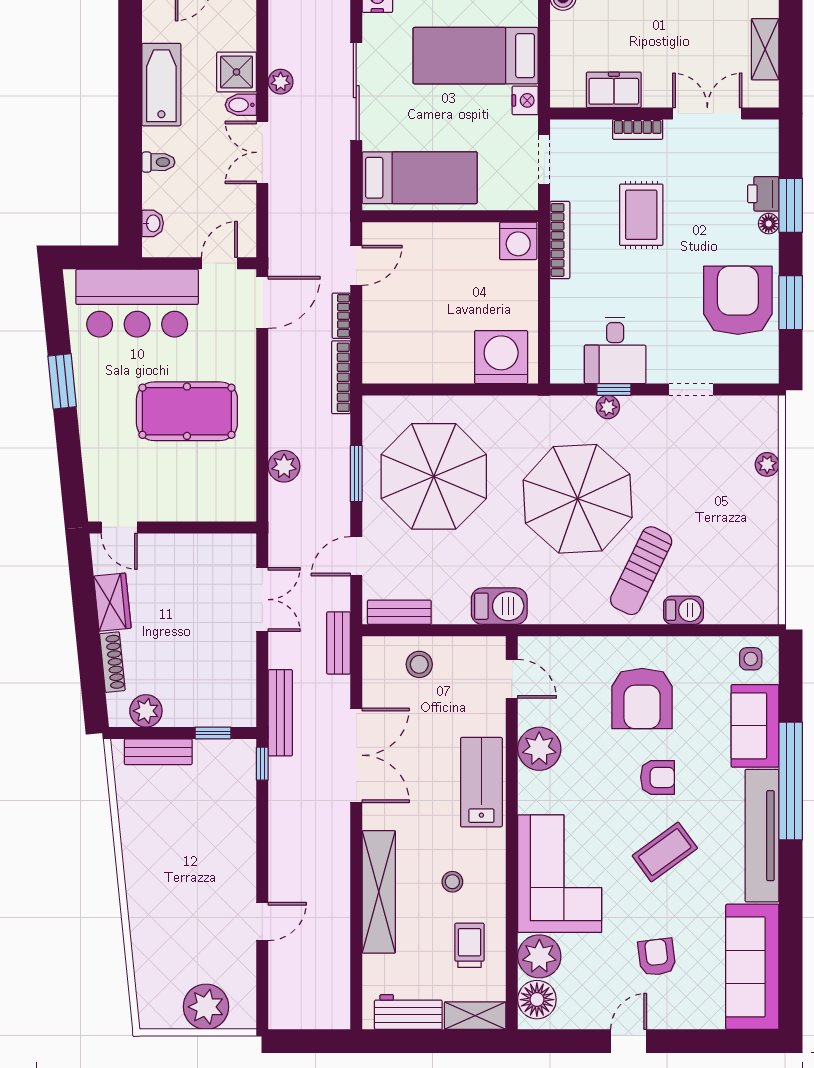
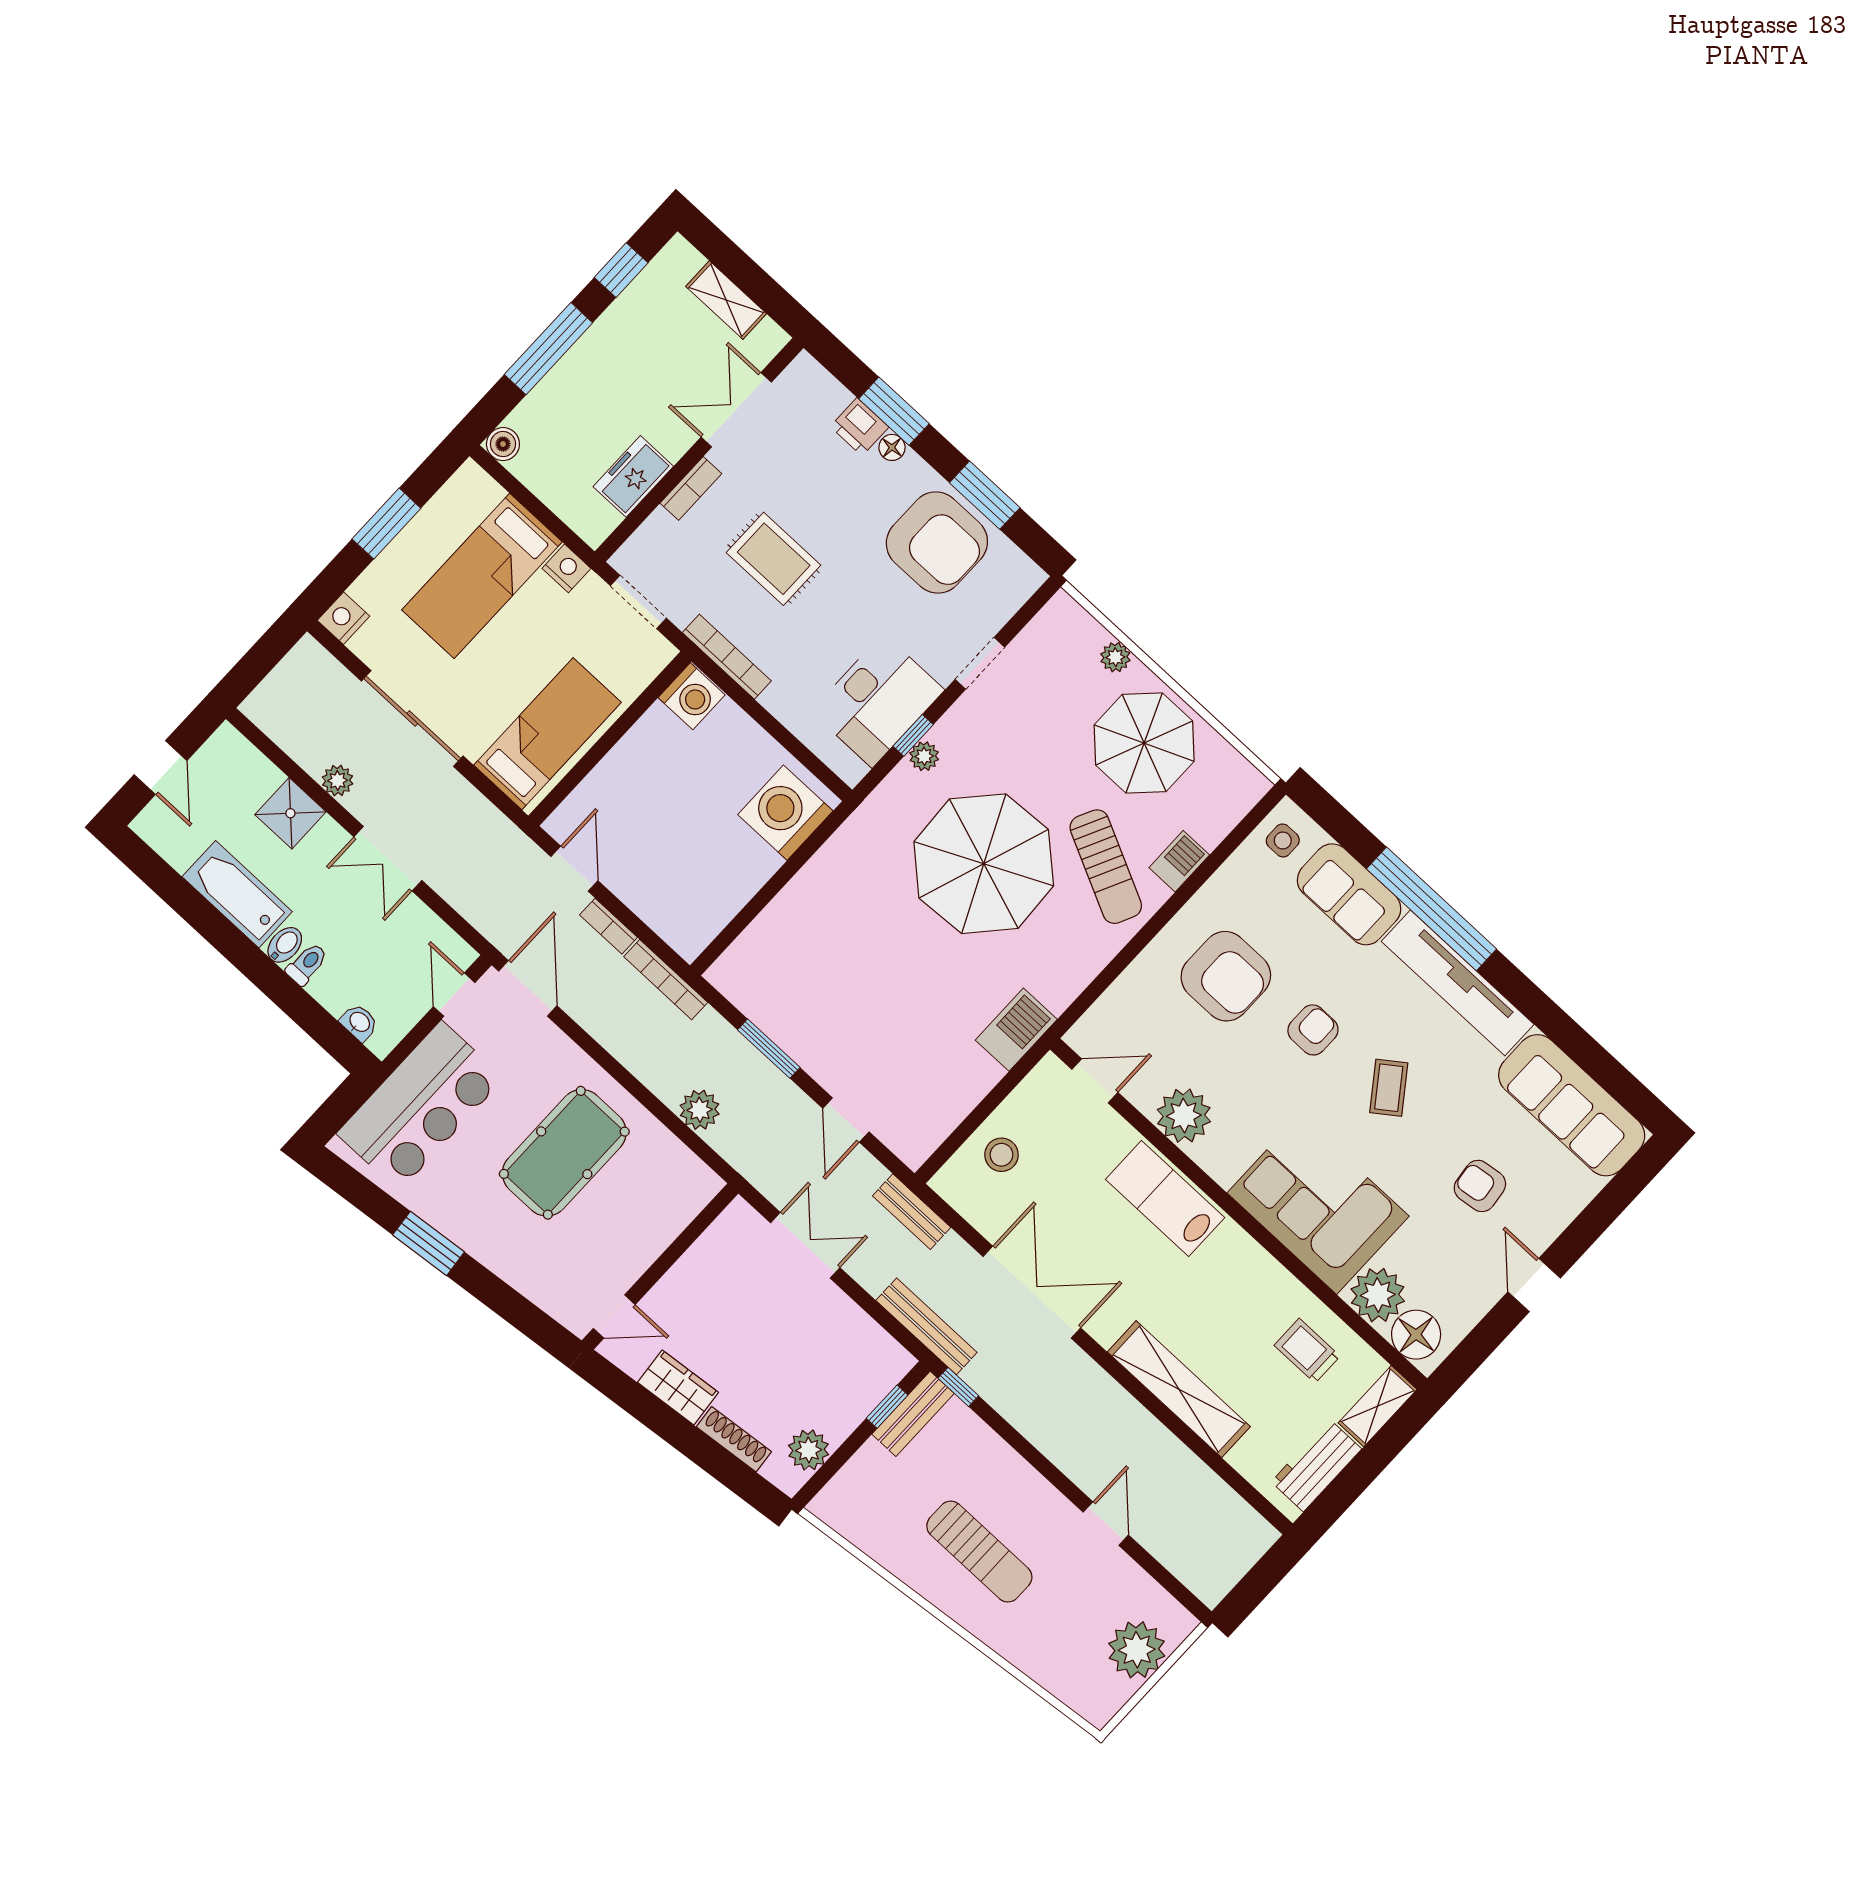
bidet: (241, 105) -> (285, 945), moved, turned 180
armchair: (738, 300) -> (937, 542), turned 180
desk: (615, 350) -> (878, 701), width x1.37
parasol: (434, 476) -> (1144, 743), moved, width x0.73, depth x0.73
bench: (399, 612) -> (935, 1128), removed
bench: (158, 752) -> (913, 1414), moved
coffee table: (665, 852) -> (1389, 1088), width x0.73, depth x0.77
sun lounger: (179, 864) -> (979, 1552), added
stool: (452, 882) -> (1233, 1312), removed

